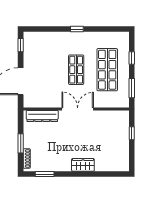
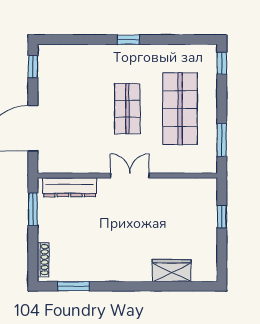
window: (132, 58) -> (222, 63), moved
double door: (78, 109) -> (130, 175), width x0.73
window: (21, 143) -> (33, 209), moved
wardrobe: (83, 165) -> (172, 271), moved

